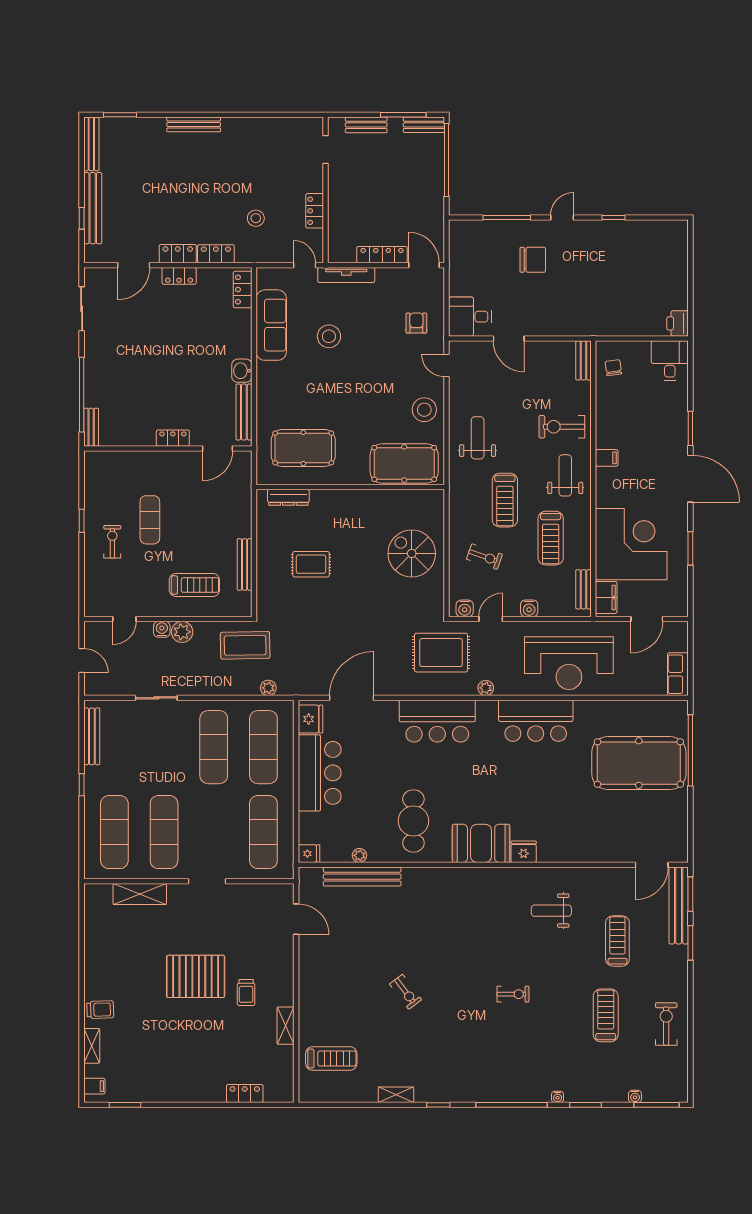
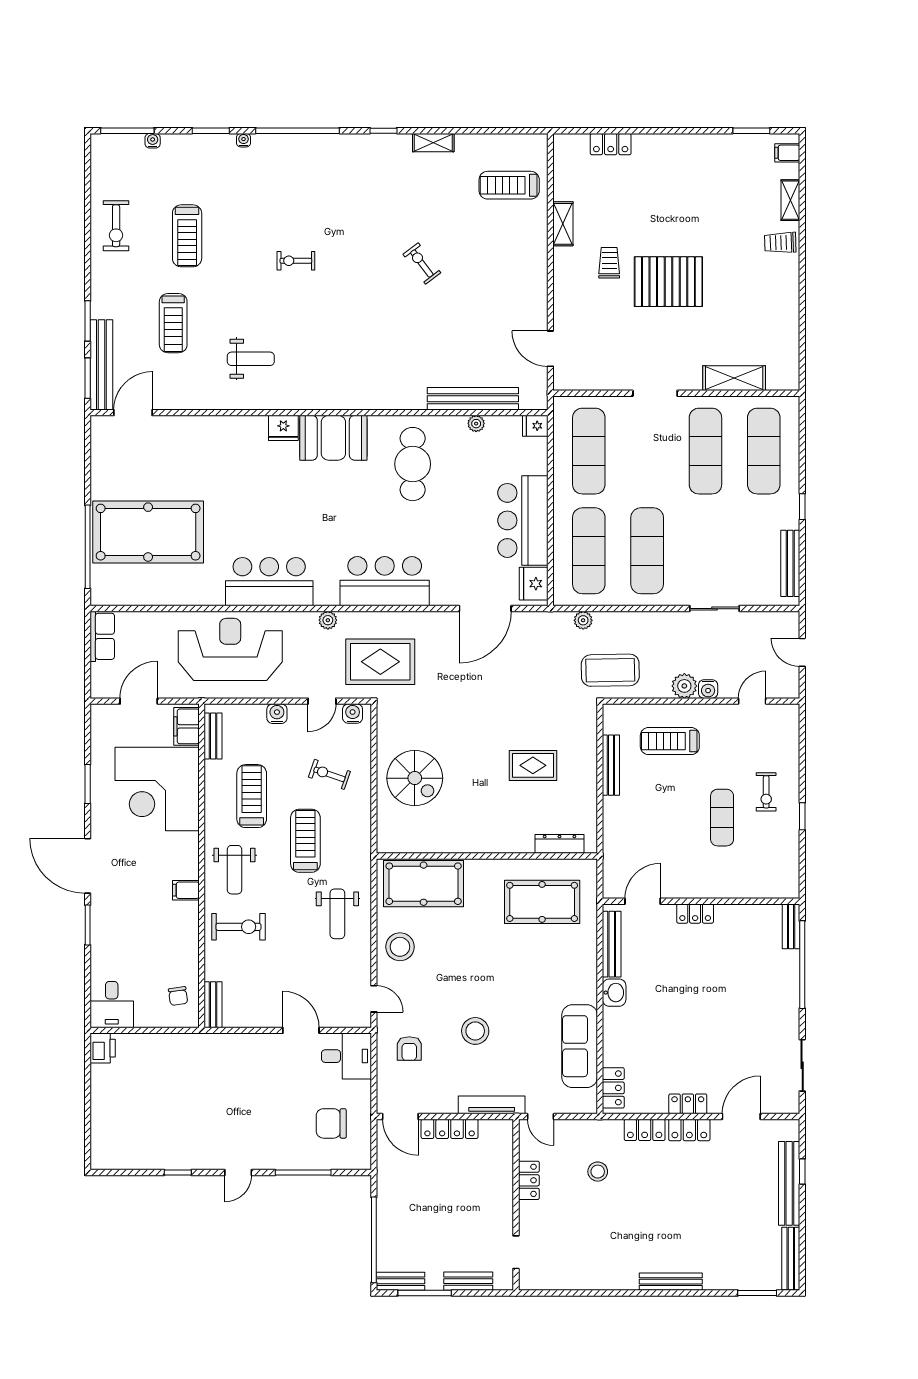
chair: (533, 260) -> (331, 1123), moved
stool: (329, 336) -> (475, 1031), moved

